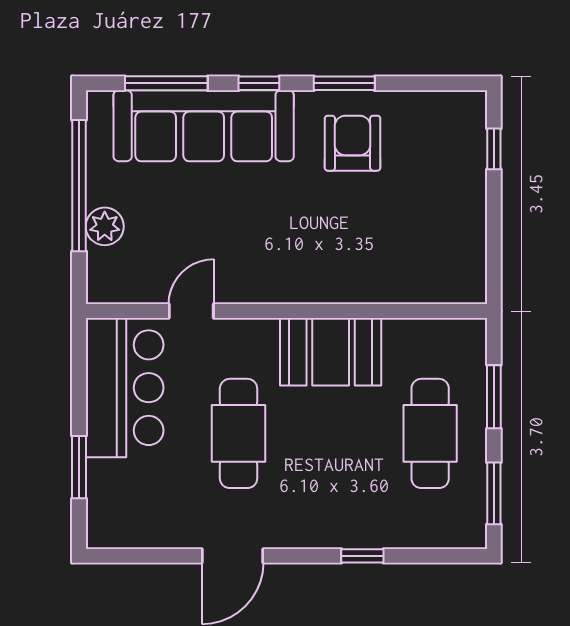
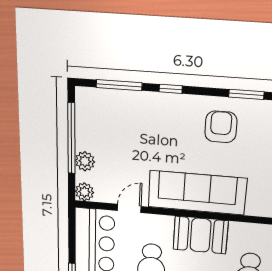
window: (344, 83) -> (246, 94), moved
sofa: (204, 126) -> (197, 193), moved, turned 180
plant: (104, 286) -> (84, 192), added

